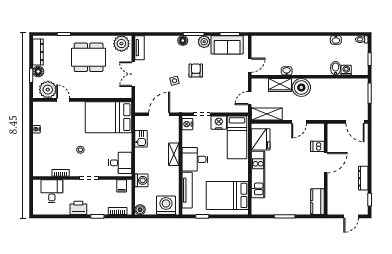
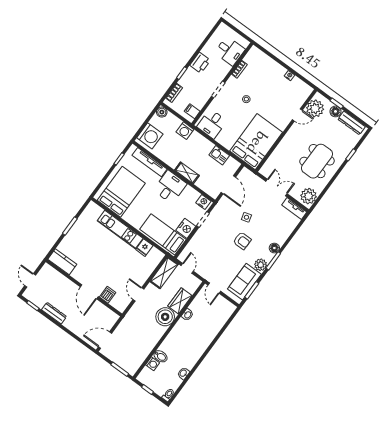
fridge: (261, 139) -> (144, 248), width x0.53, depth x0.75

